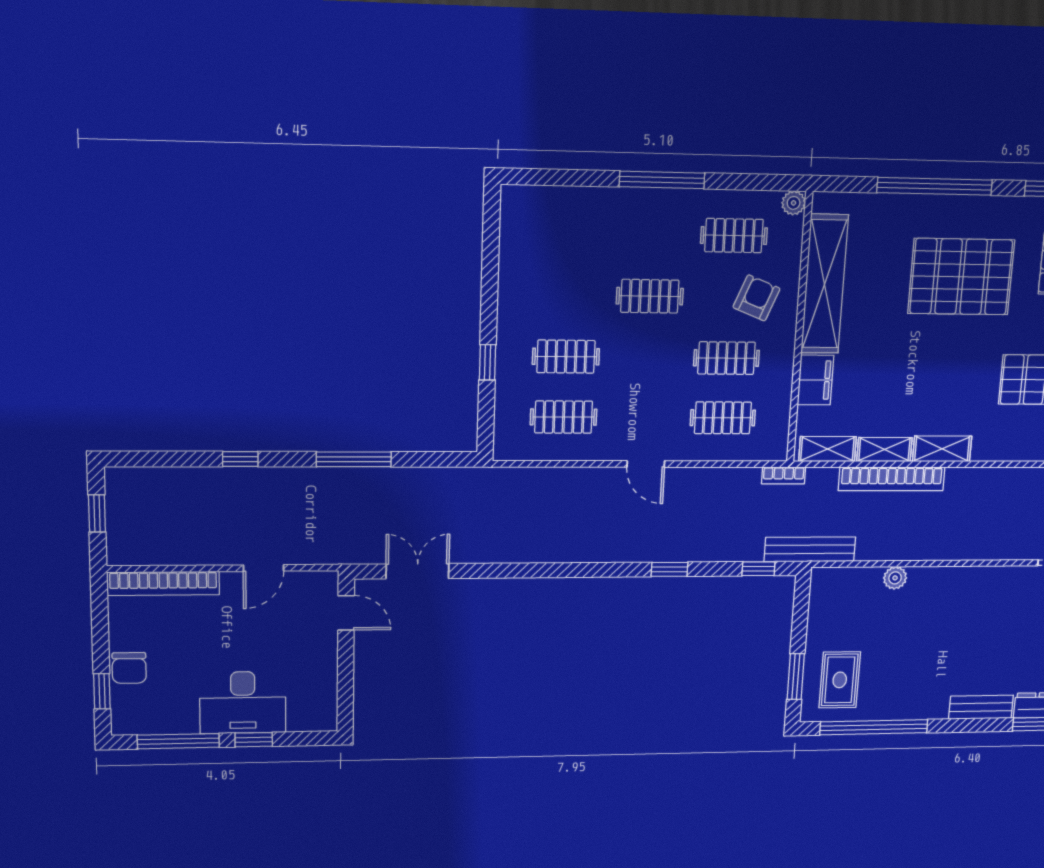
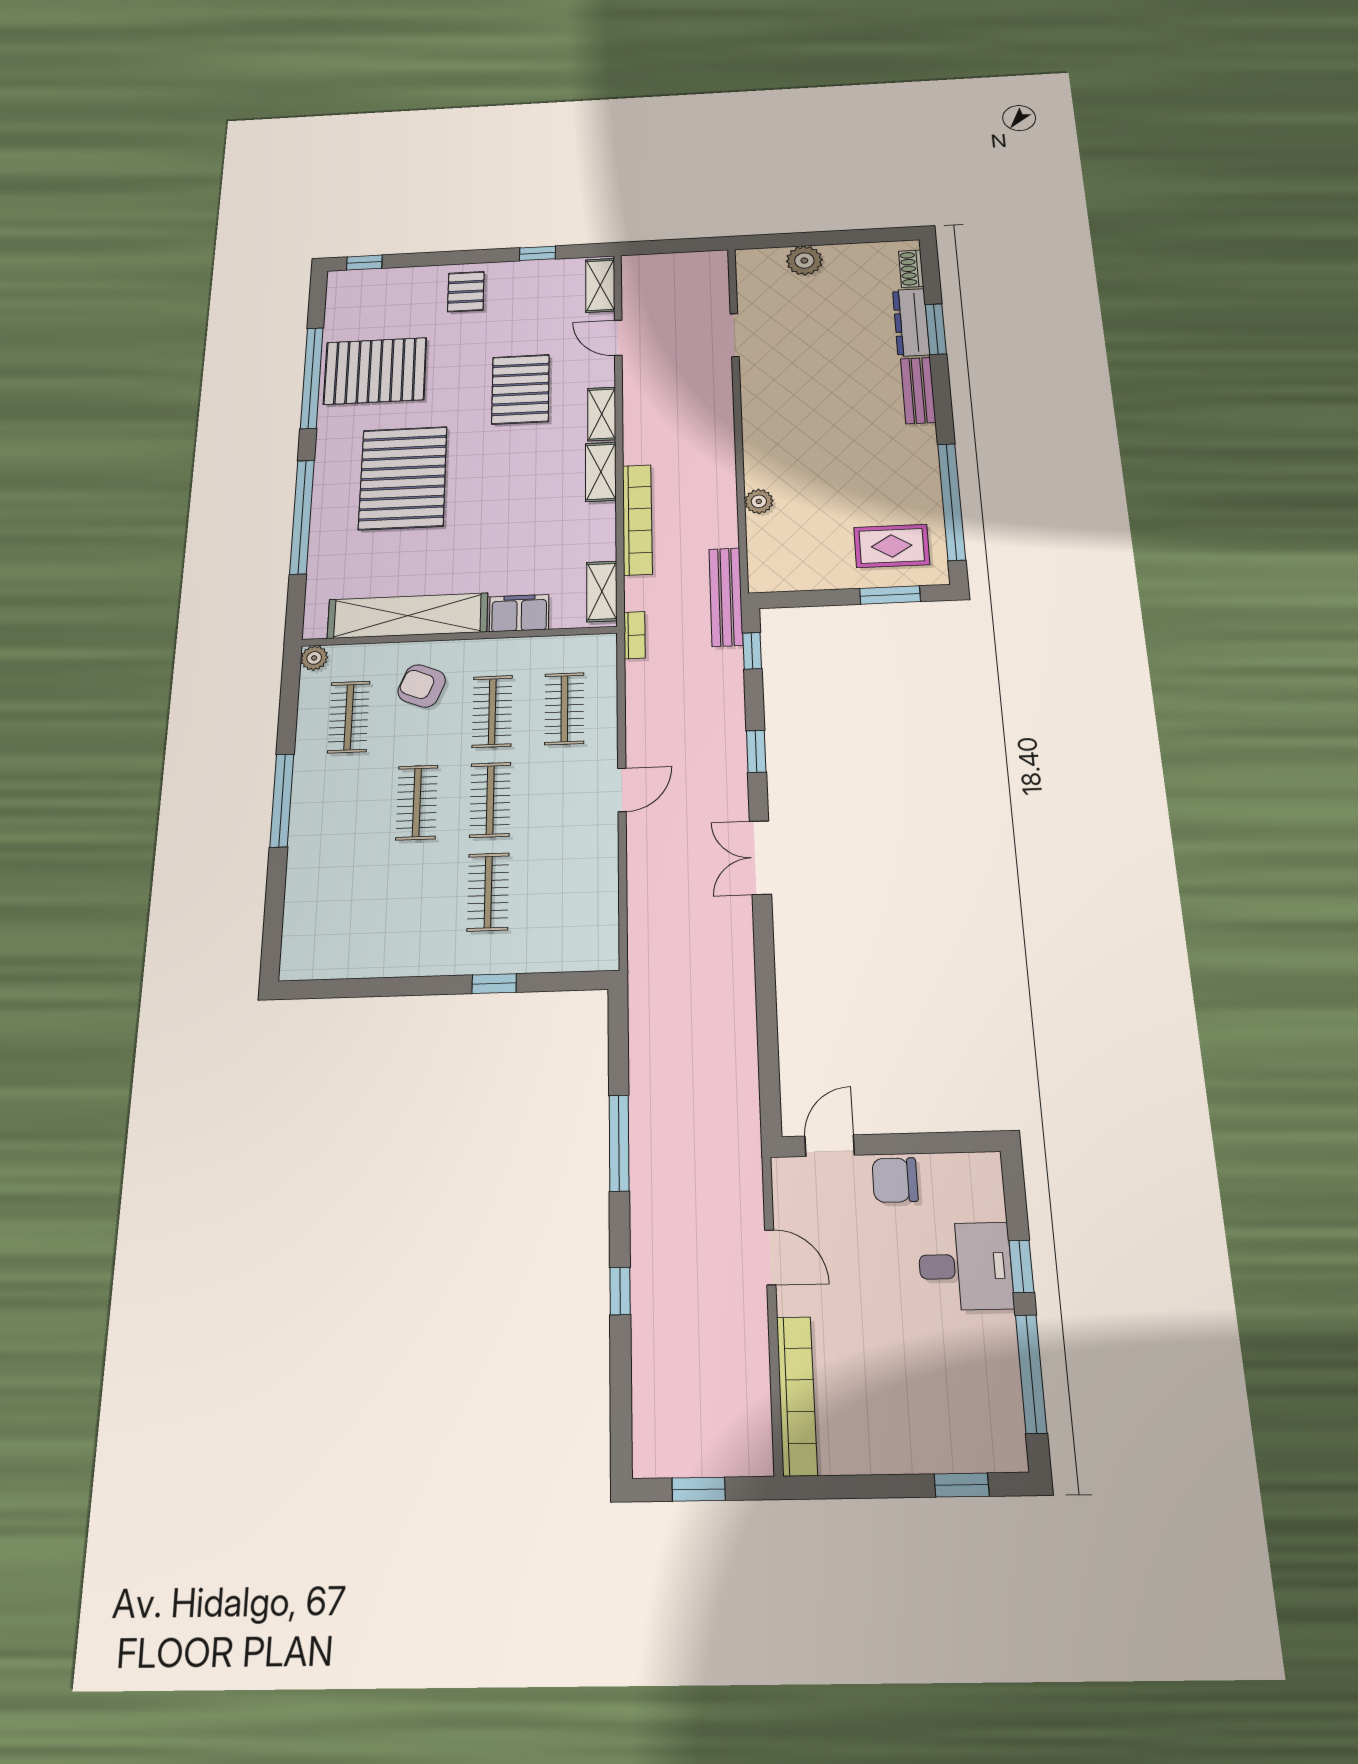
clothes rail: (564, 417) -> (490, 800), moved
shelving: (884, 450) -> (602, 414), moved
double door: (417, 571) -> (760, 858), moved
chair: (129, 668) -> (895, 1180), moved, turned 180
desk: (243, 703) -> (965, 1266), width x0.73

